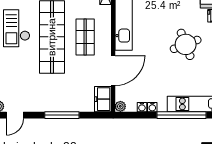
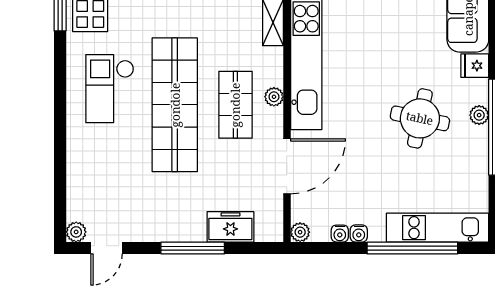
plant: (106, 33) -> (274, 97), added
round table: (186, 44) -> (420, 118), turned 33
freezer: (103, 99) -> (230, 227), moved, turned 90

